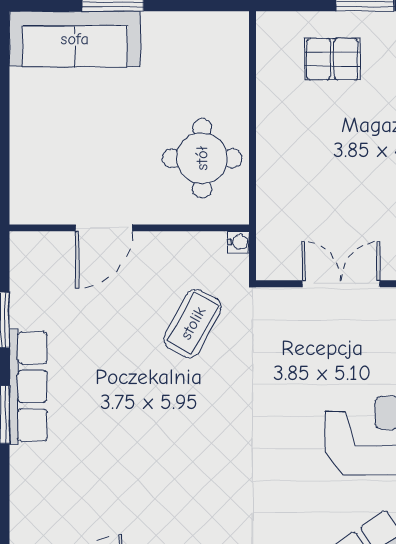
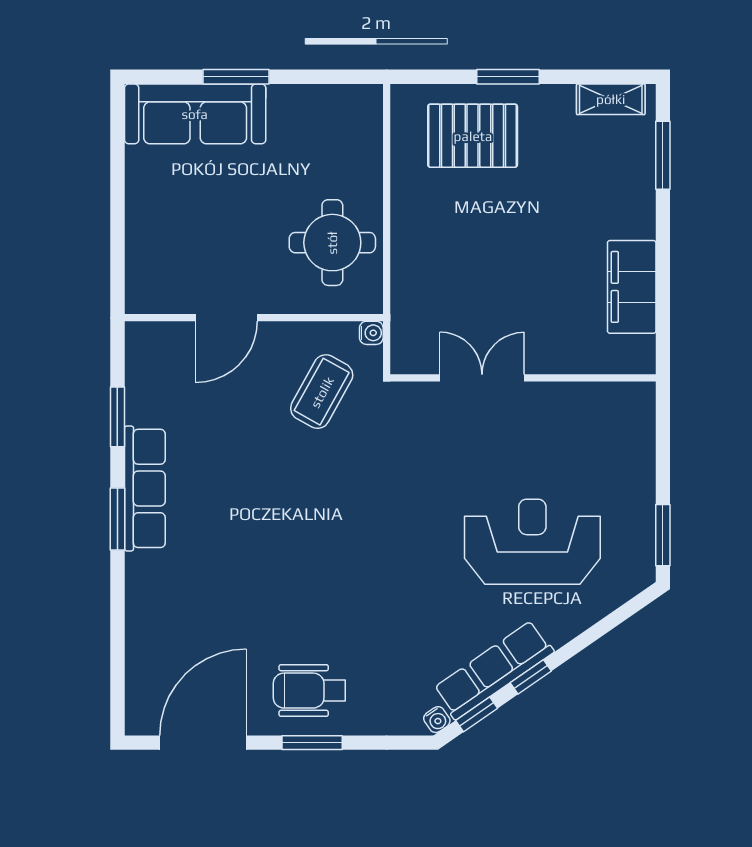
pallet: (332, 59) -> (473, 136), width x1.50, depth x1.42
coffee table: (193, 323) -> (322, 392), moved

